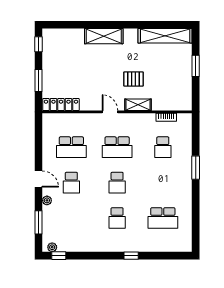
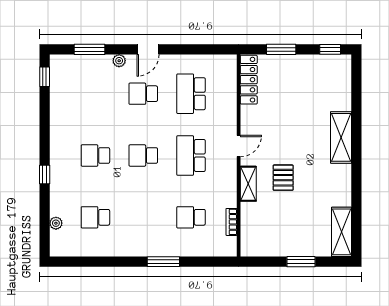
shelving: (165, 36) -> (341, 232), width x0.68
school desk: (163, 218) -> (95, 217), width x0.54
plant: (52, 247) -> (56, 223), moved

